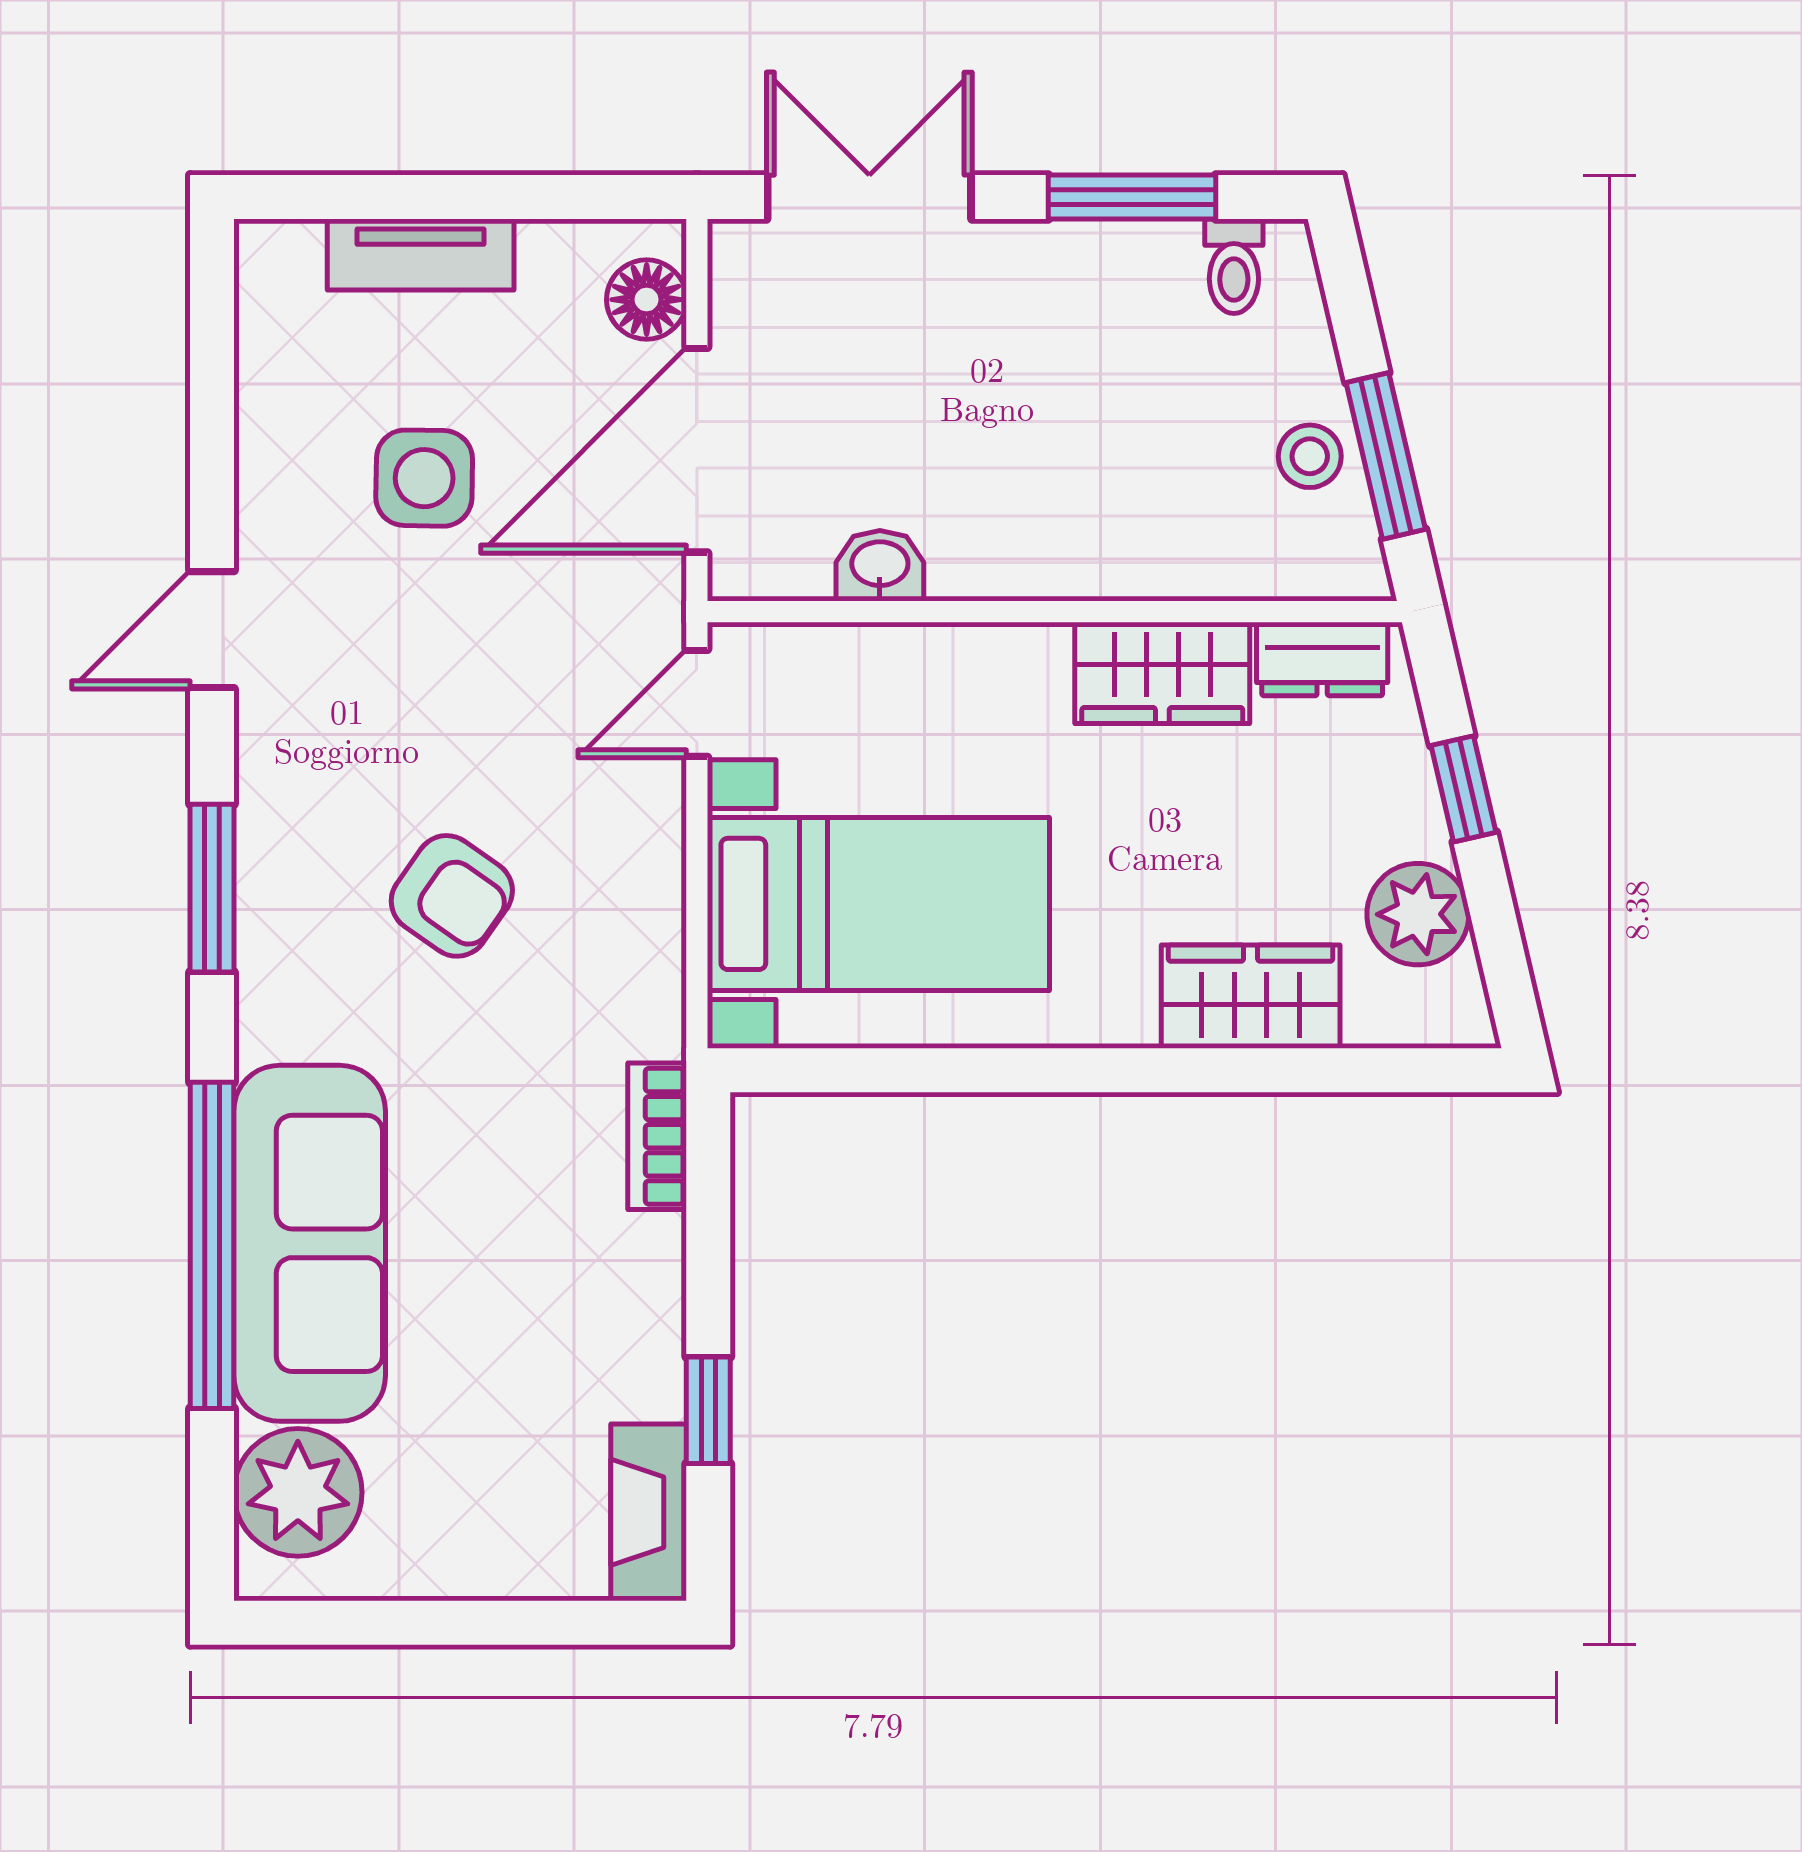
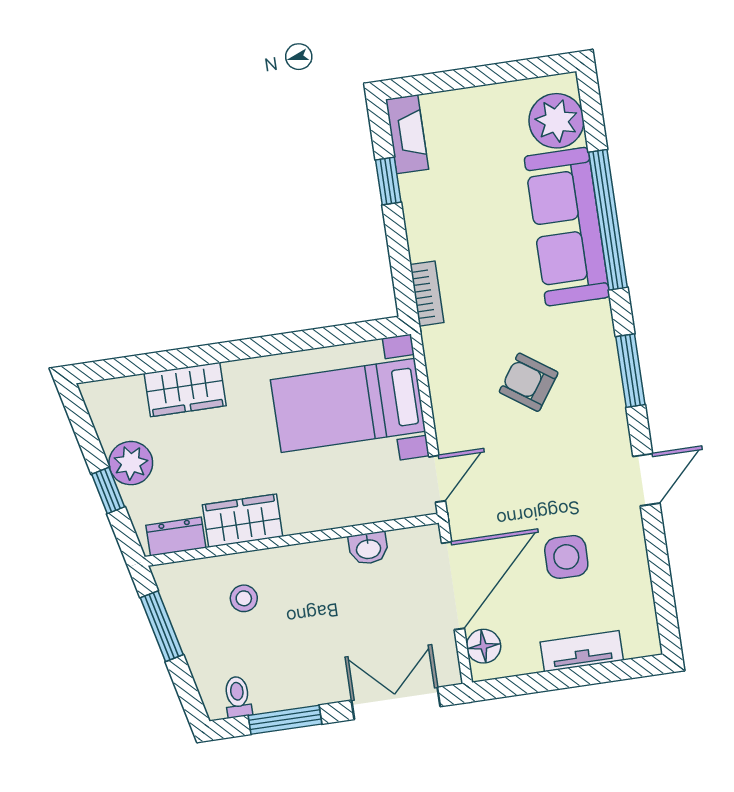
double door: (869, 197) -> (396, 703), swing flipped
stool: (1310, 456) -> (244, 598), moved
plant: (1418, 914) -> (131, 463), moved

